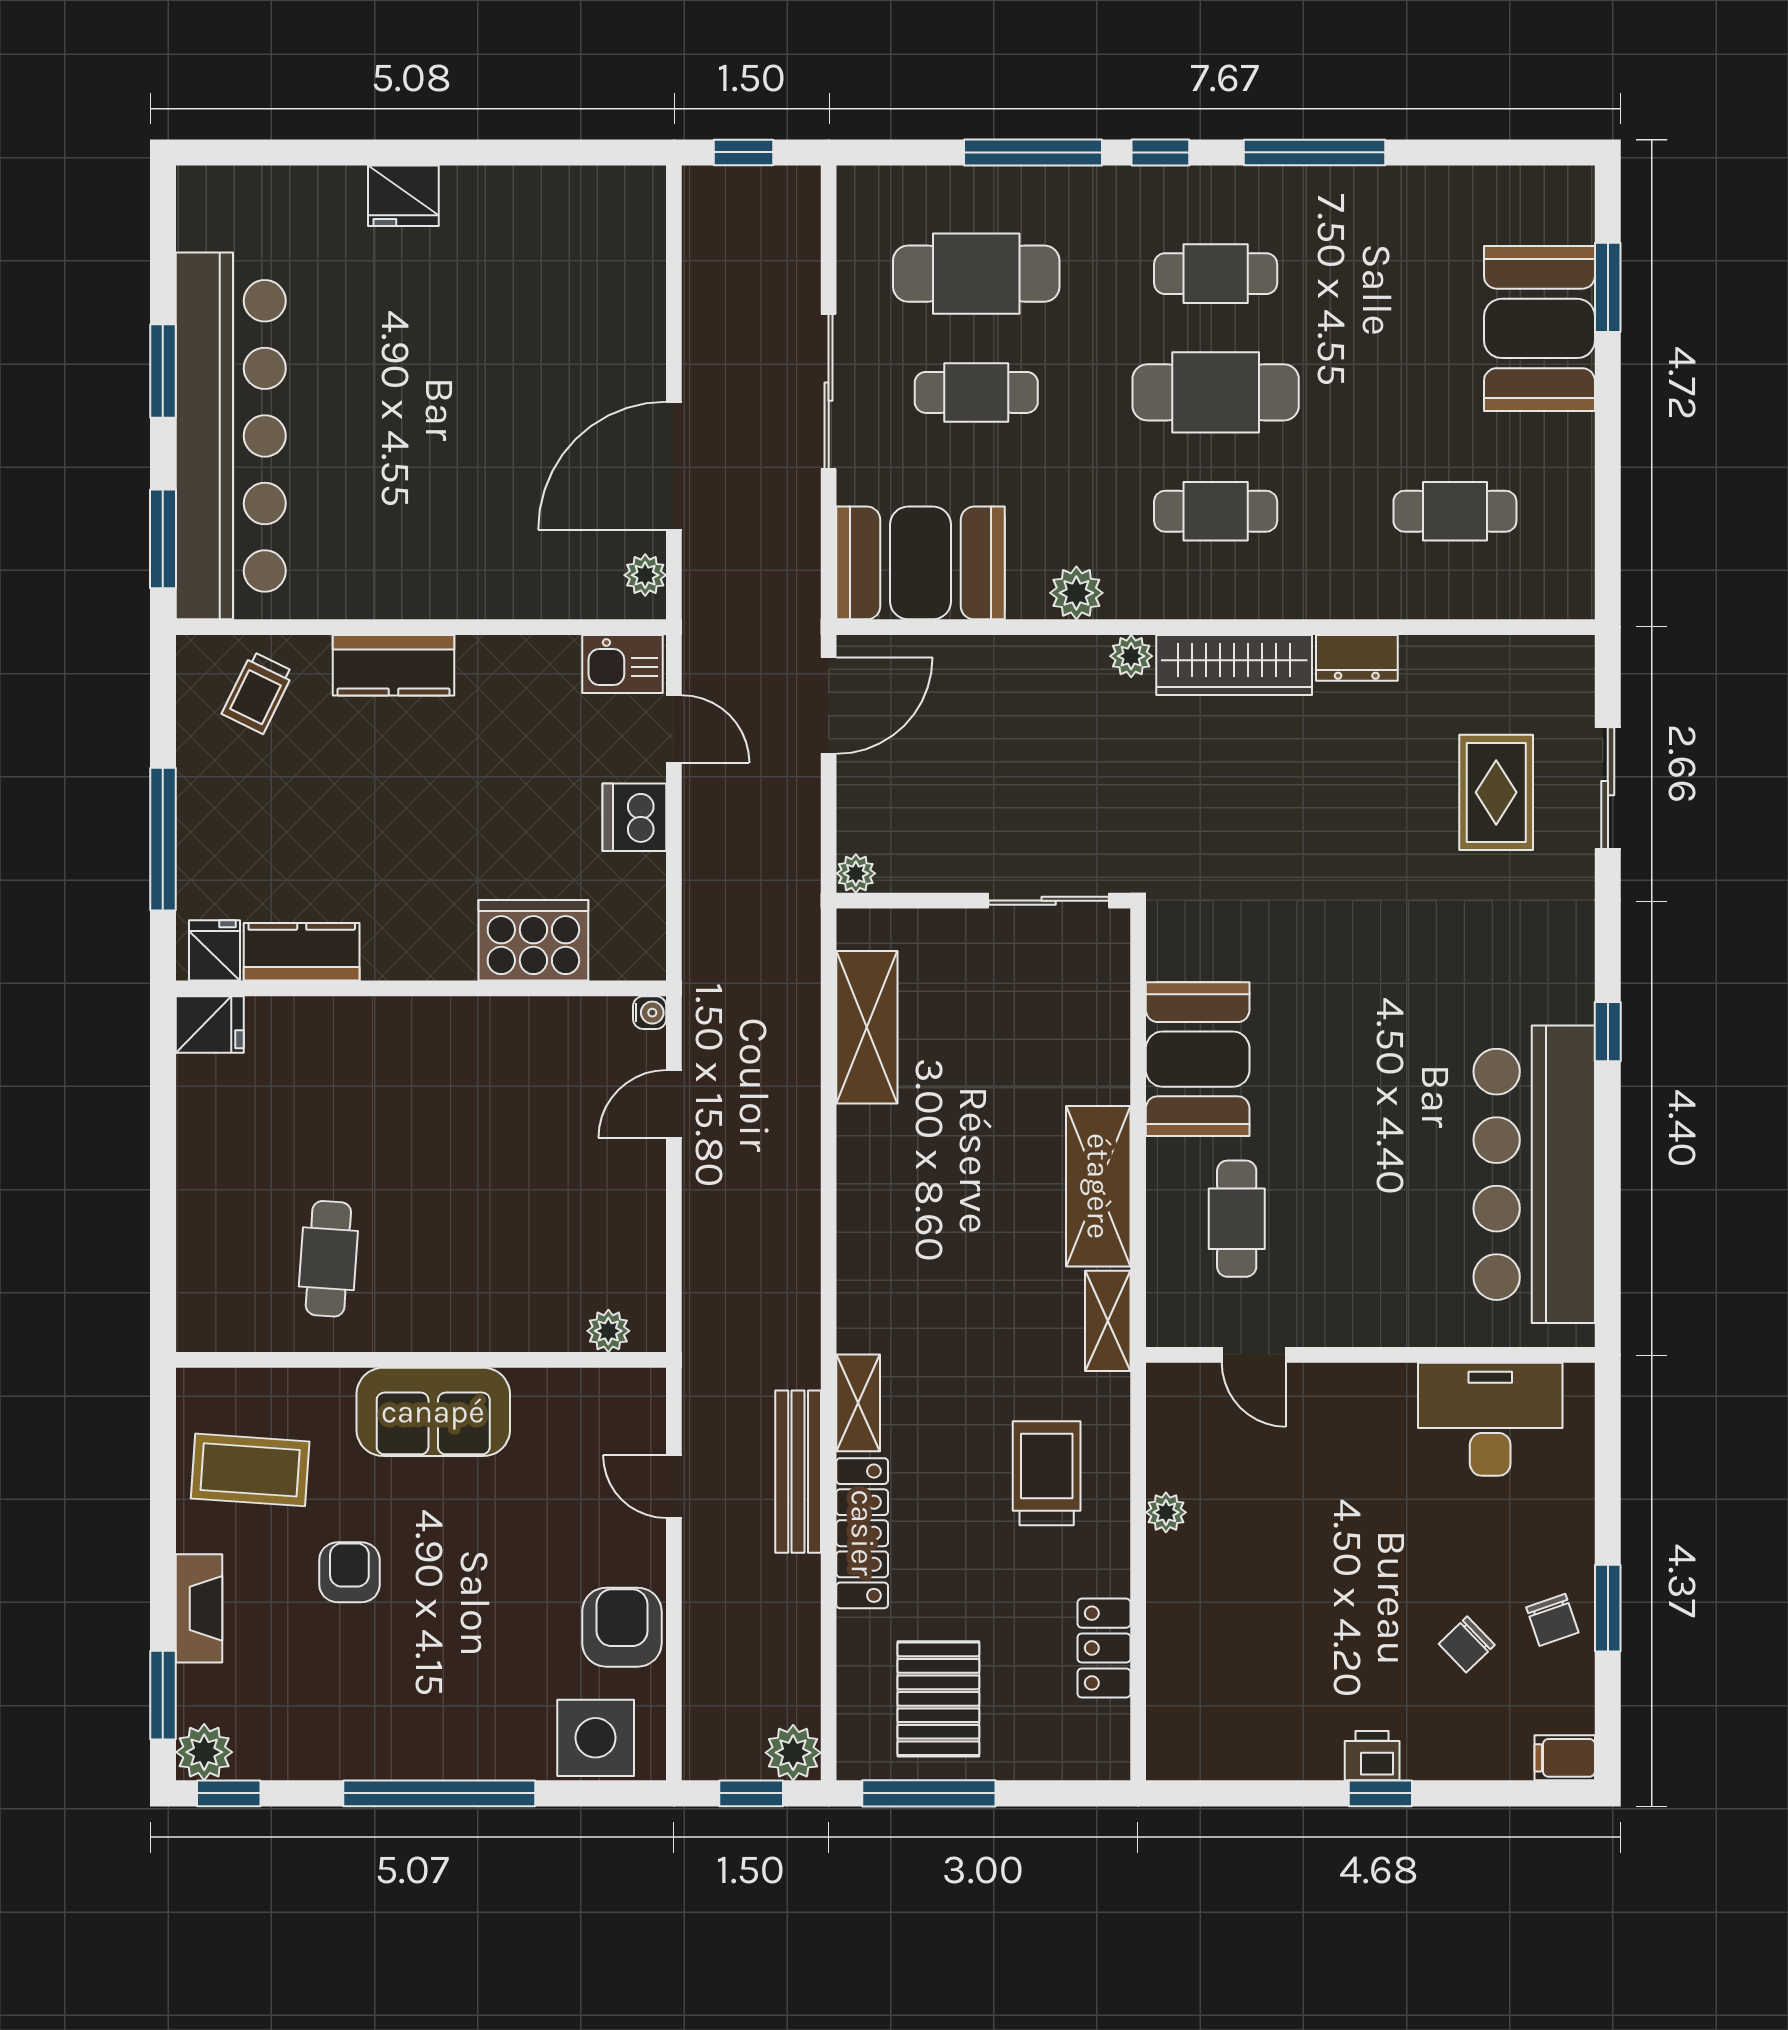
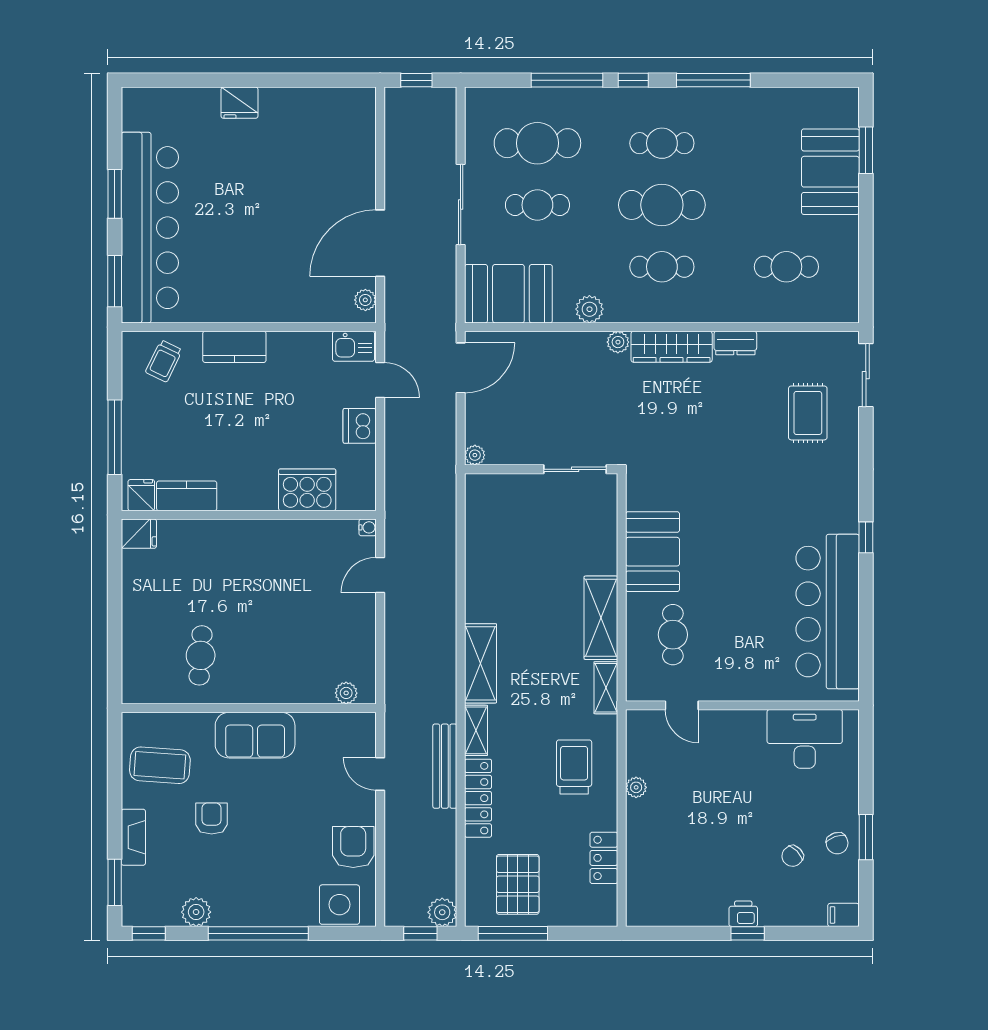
sliding door: (1608, 788) -> (866, 375), moved
shelving: (867, 1027) -> (481, 663), moved
plant: (204, 1752) -> (196, 912), moved

